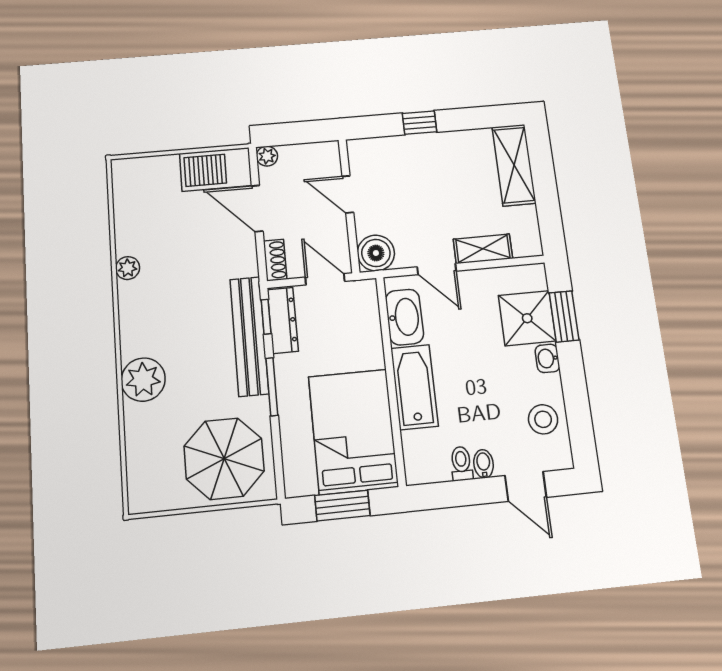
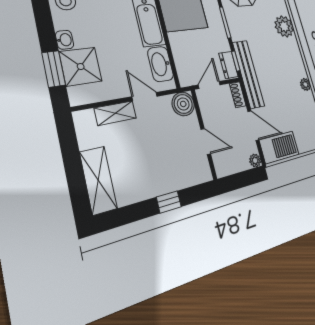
door: (325, 279) -> (209, 85), swing flipped
dresser: (283, 320) -> (228, 65), width x0.70
bench: (249, 336) -> (248, 74), moved

